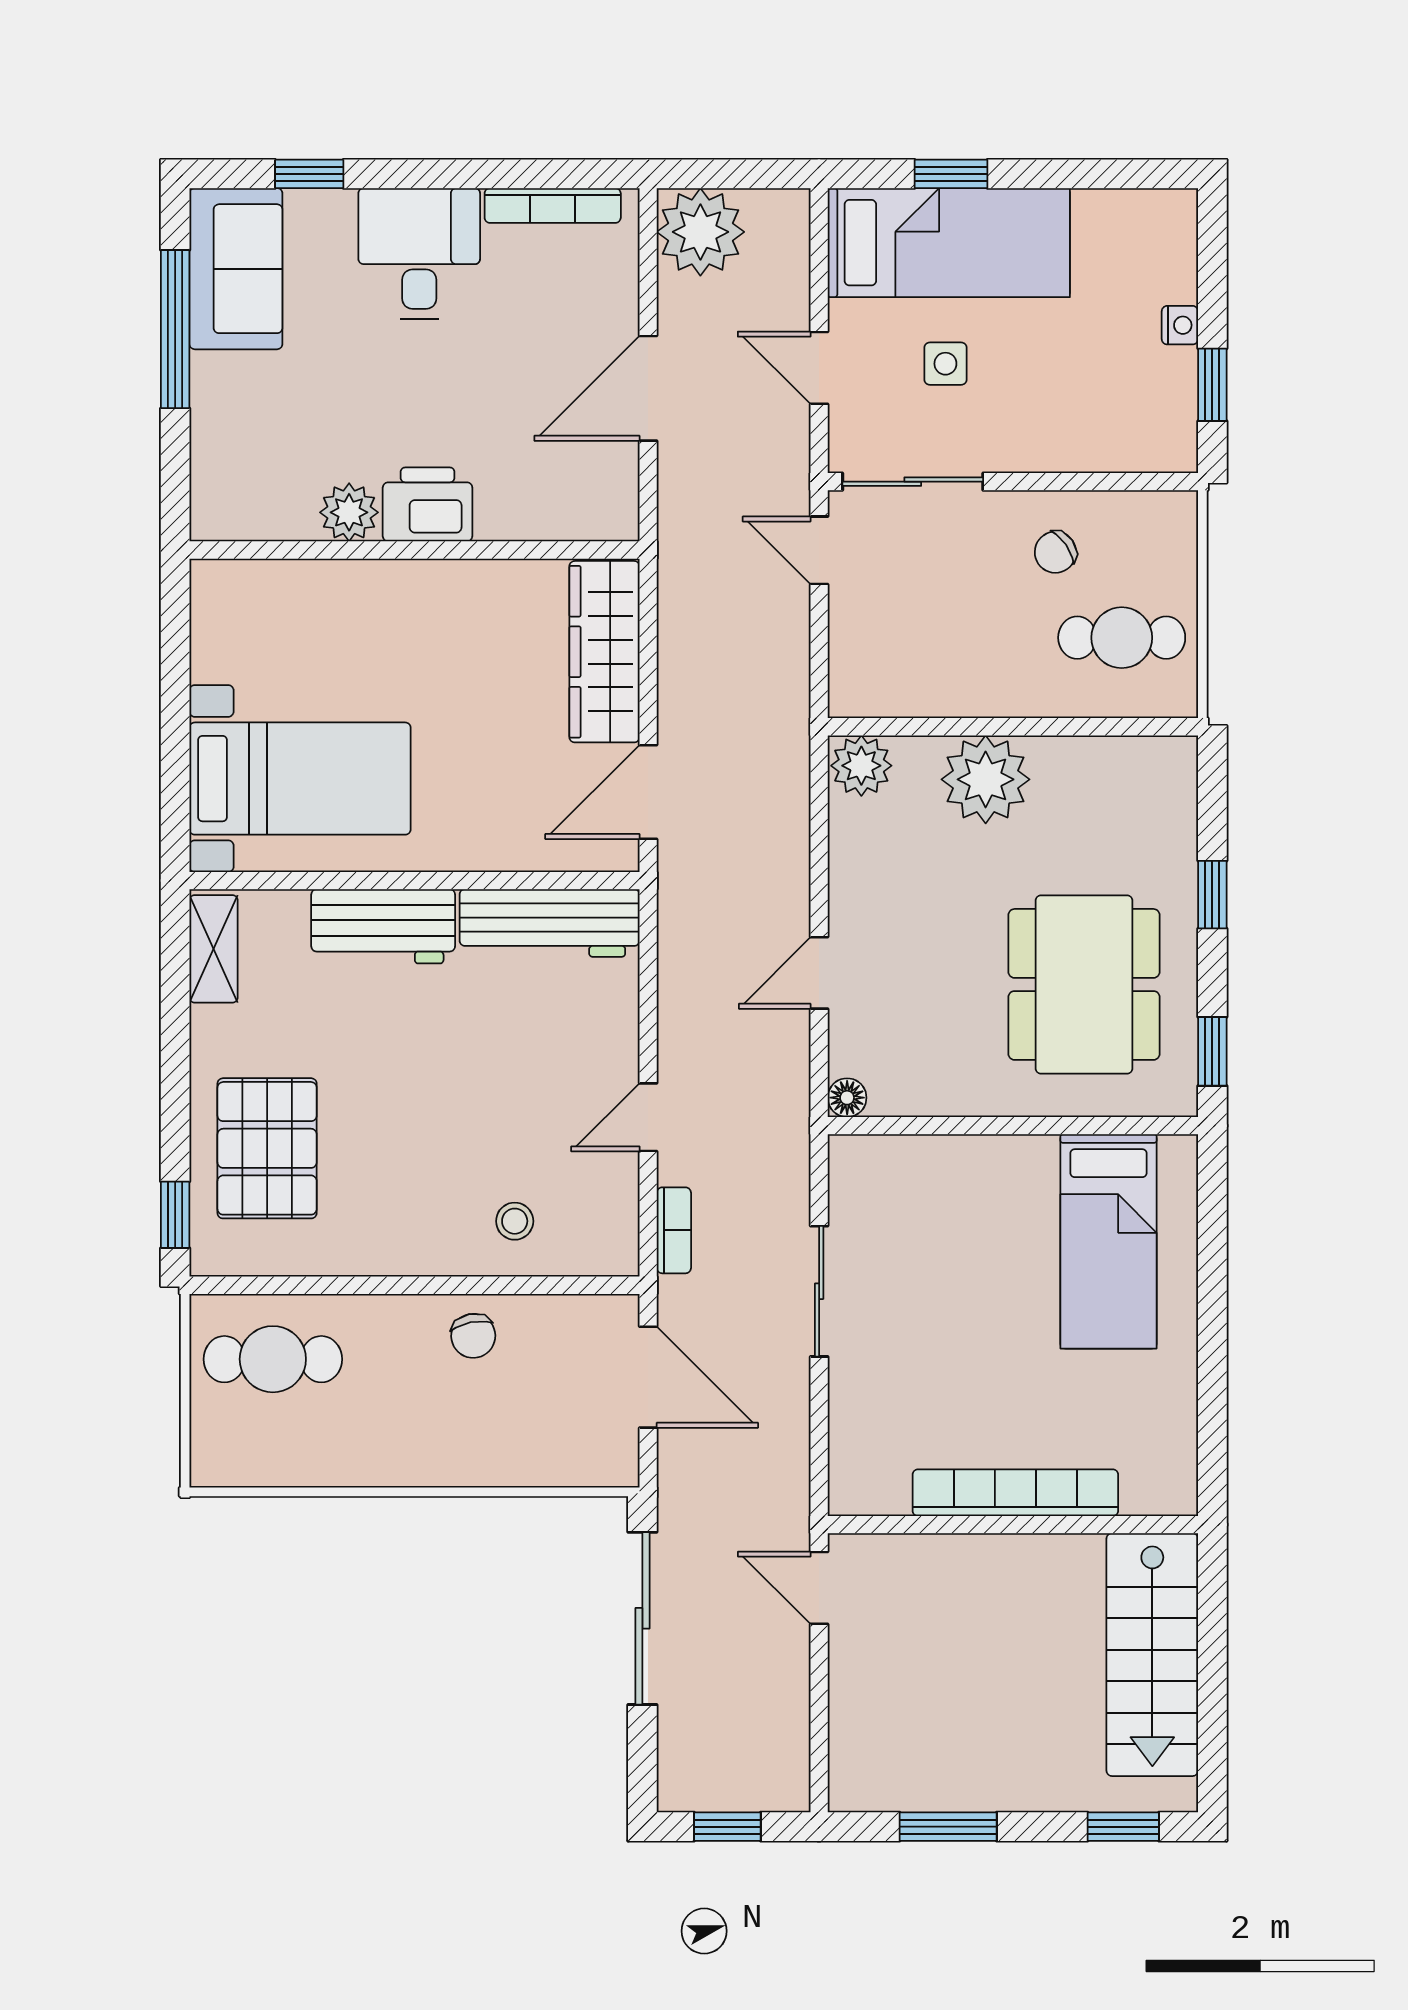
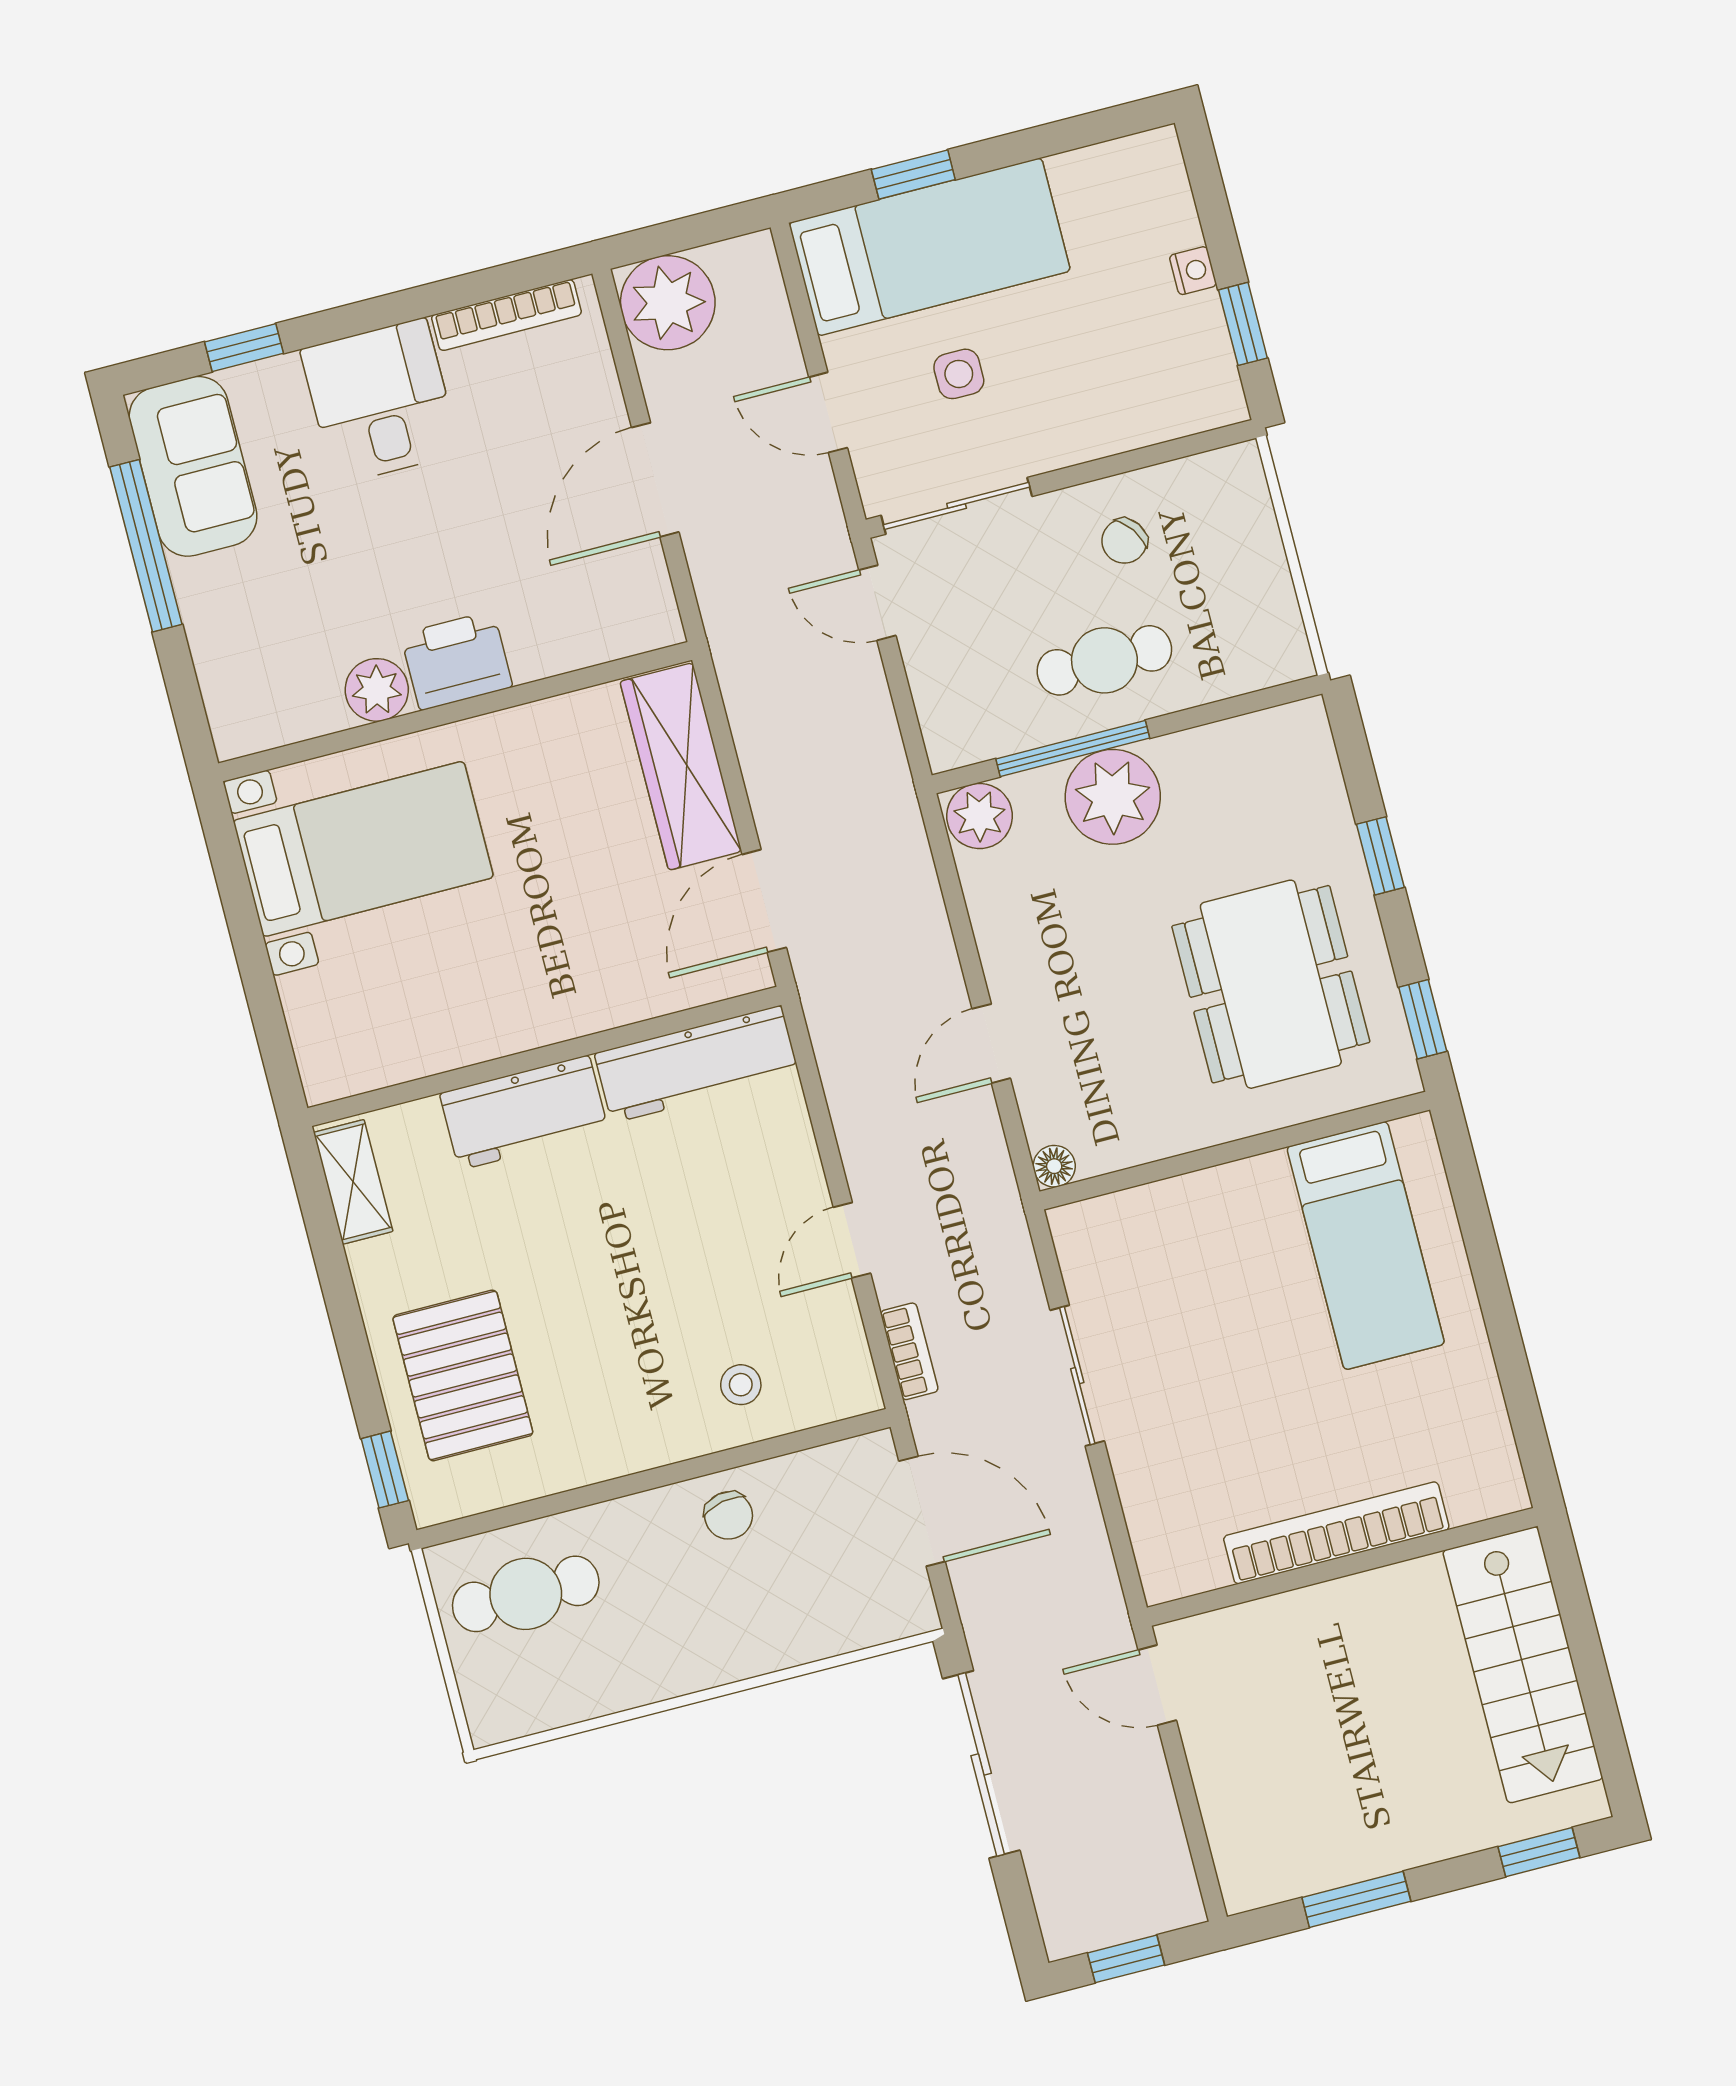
cafe table: (1122, 638) -> (1104, 660), moved
window: (961, 727) -> (1073, 749), added
bed with nightstands: (300, 779) -> (363, 849), moved

